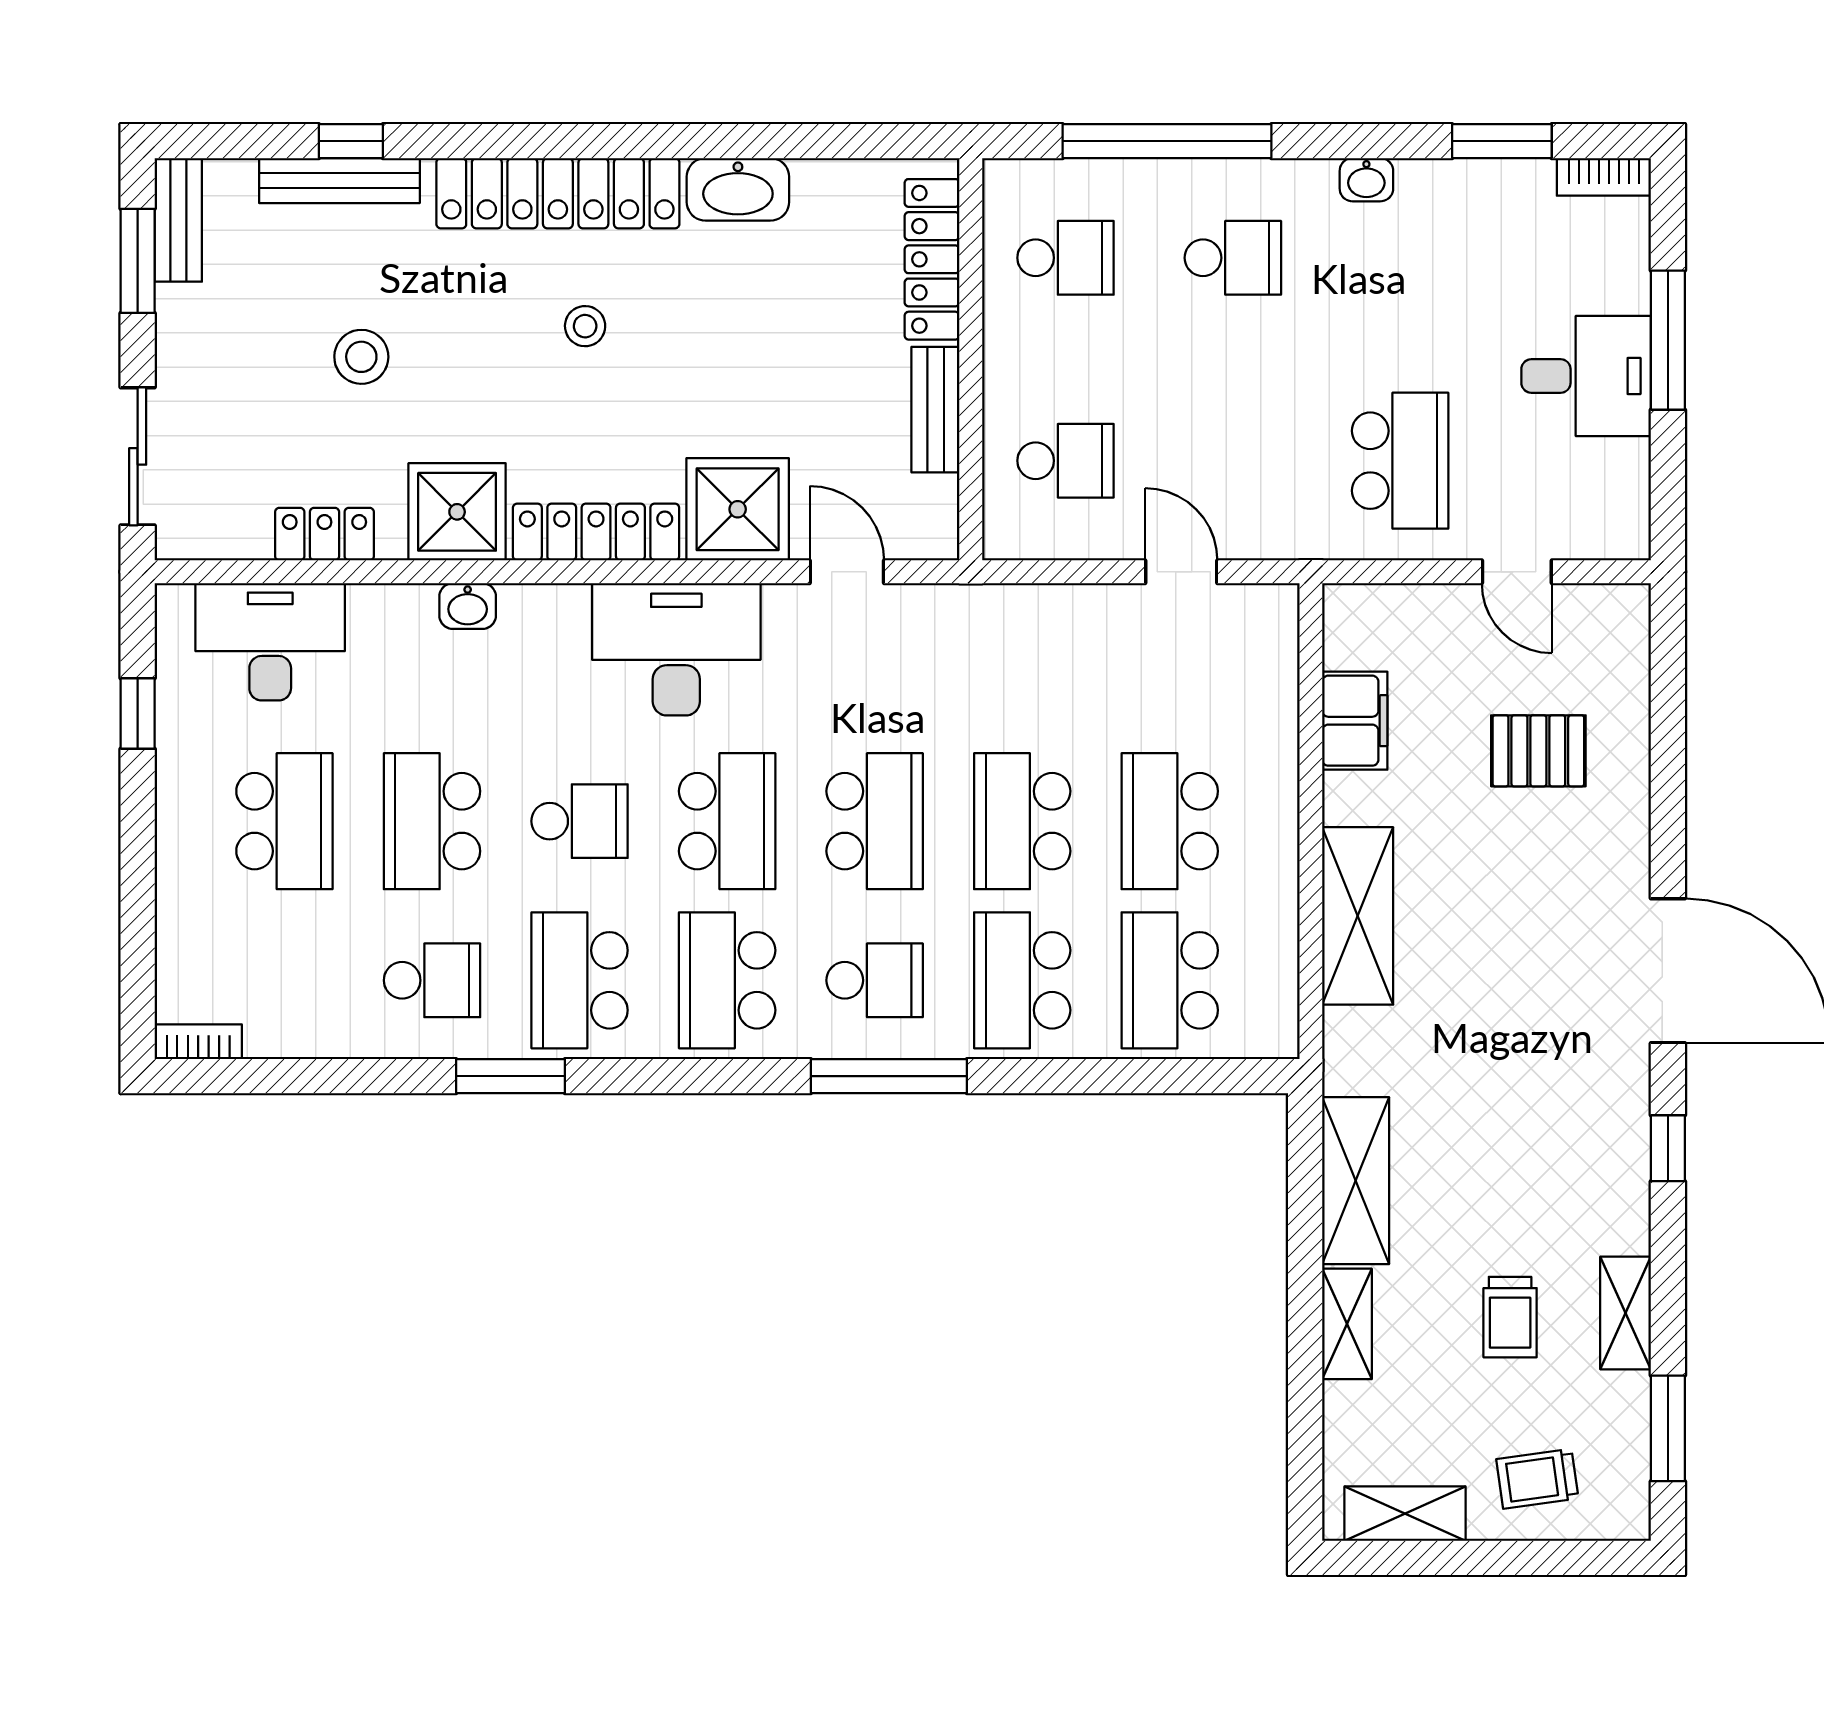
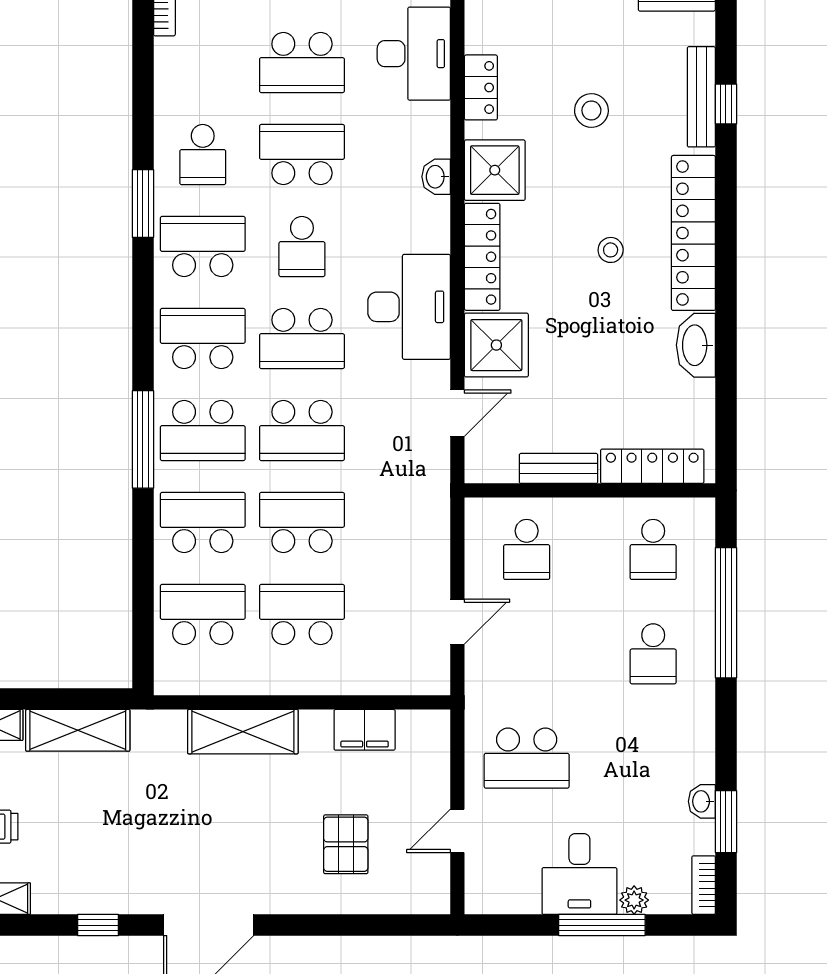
washbasin: (1366, 180) -> (702, 801), moved
plant: (1628, 288) -> (634, 900), added
school desk: (875, 980) -> (203, 430), width x1.85

